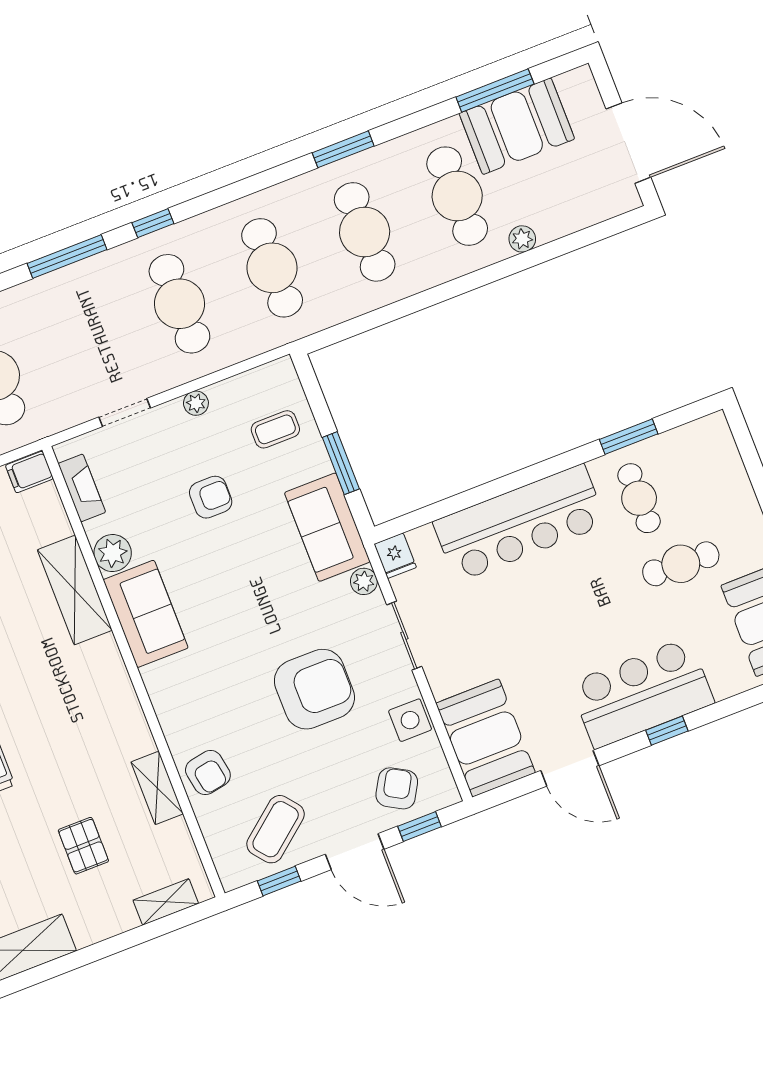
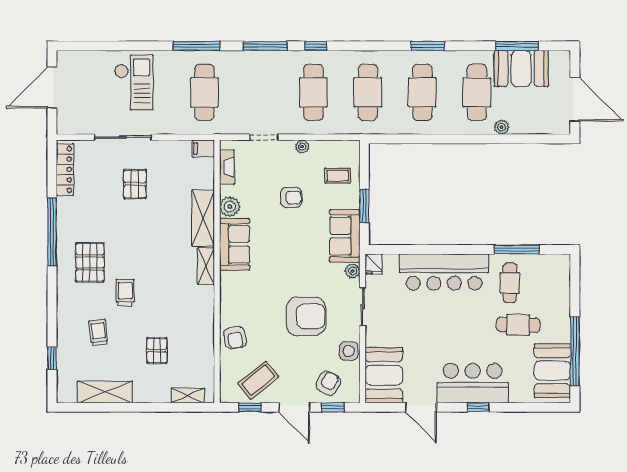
window: (629, 437) -> (517, 249), width x1.44
shelving: (157, 788) -> (206, 266), moved

